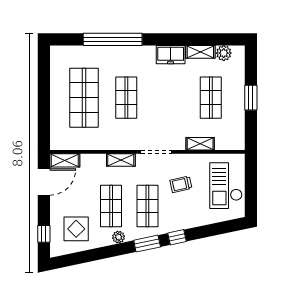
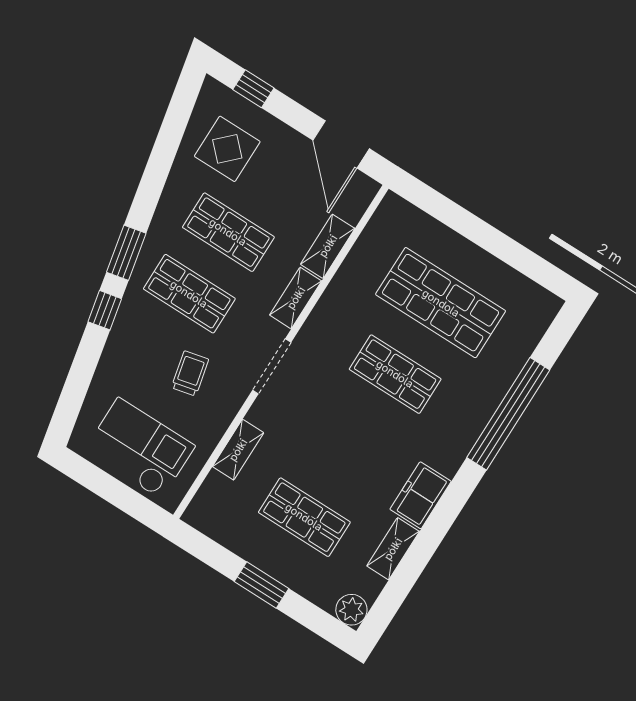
plant: (224, 53) -> (351, 610), moved
shelving: (65, 160) -> (328, 246), moved
plant: (118, 237) -> (168, 211), removed

